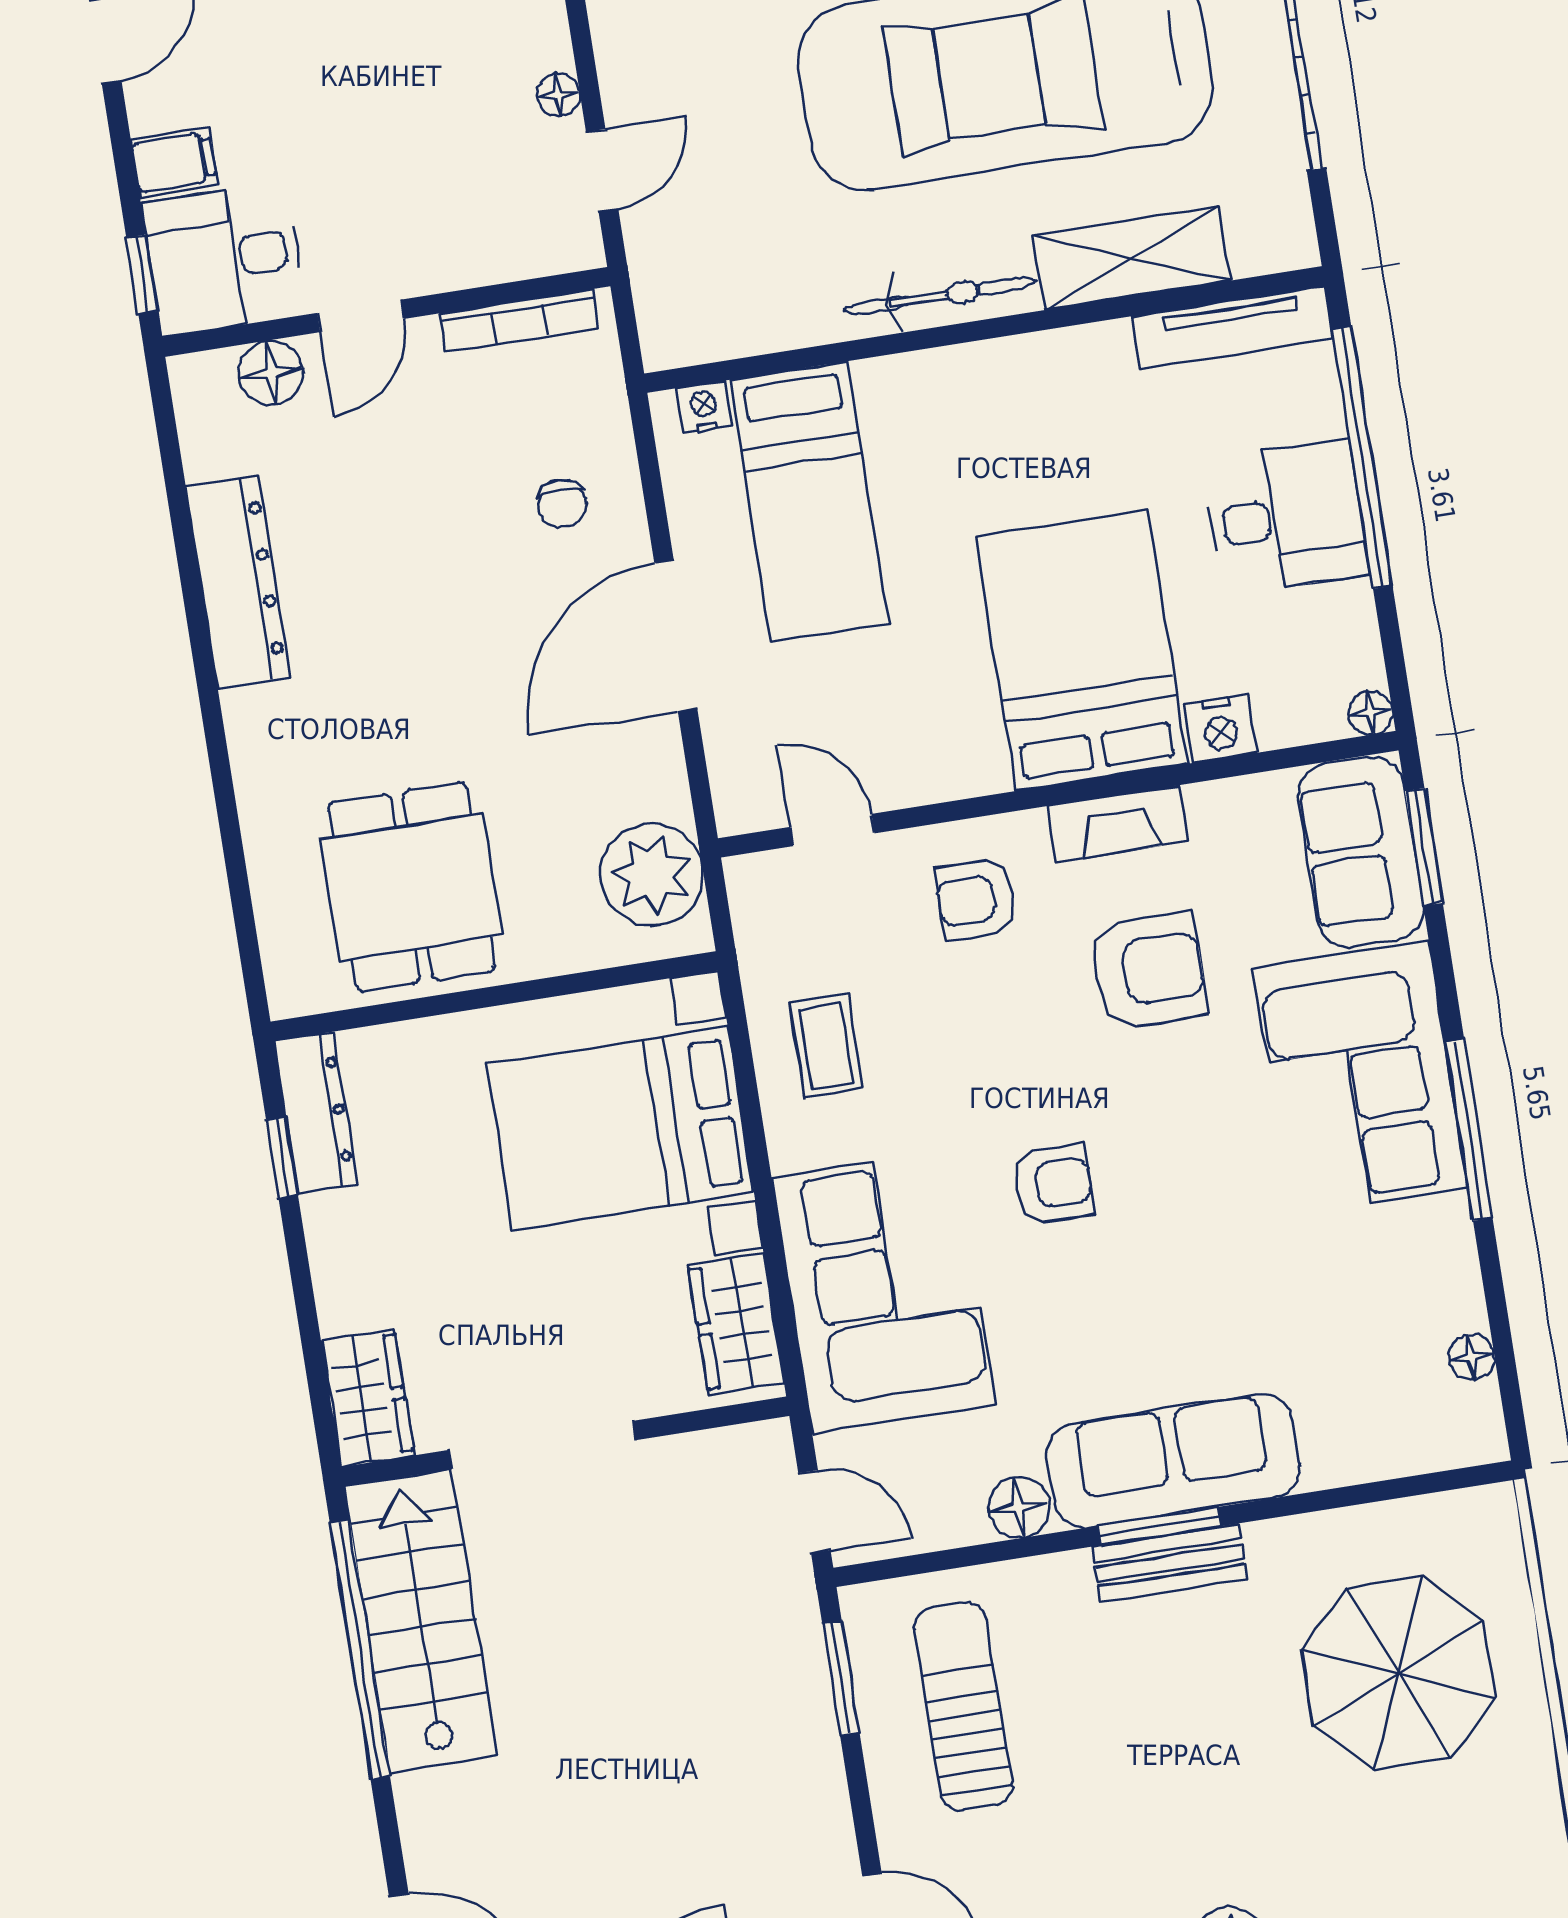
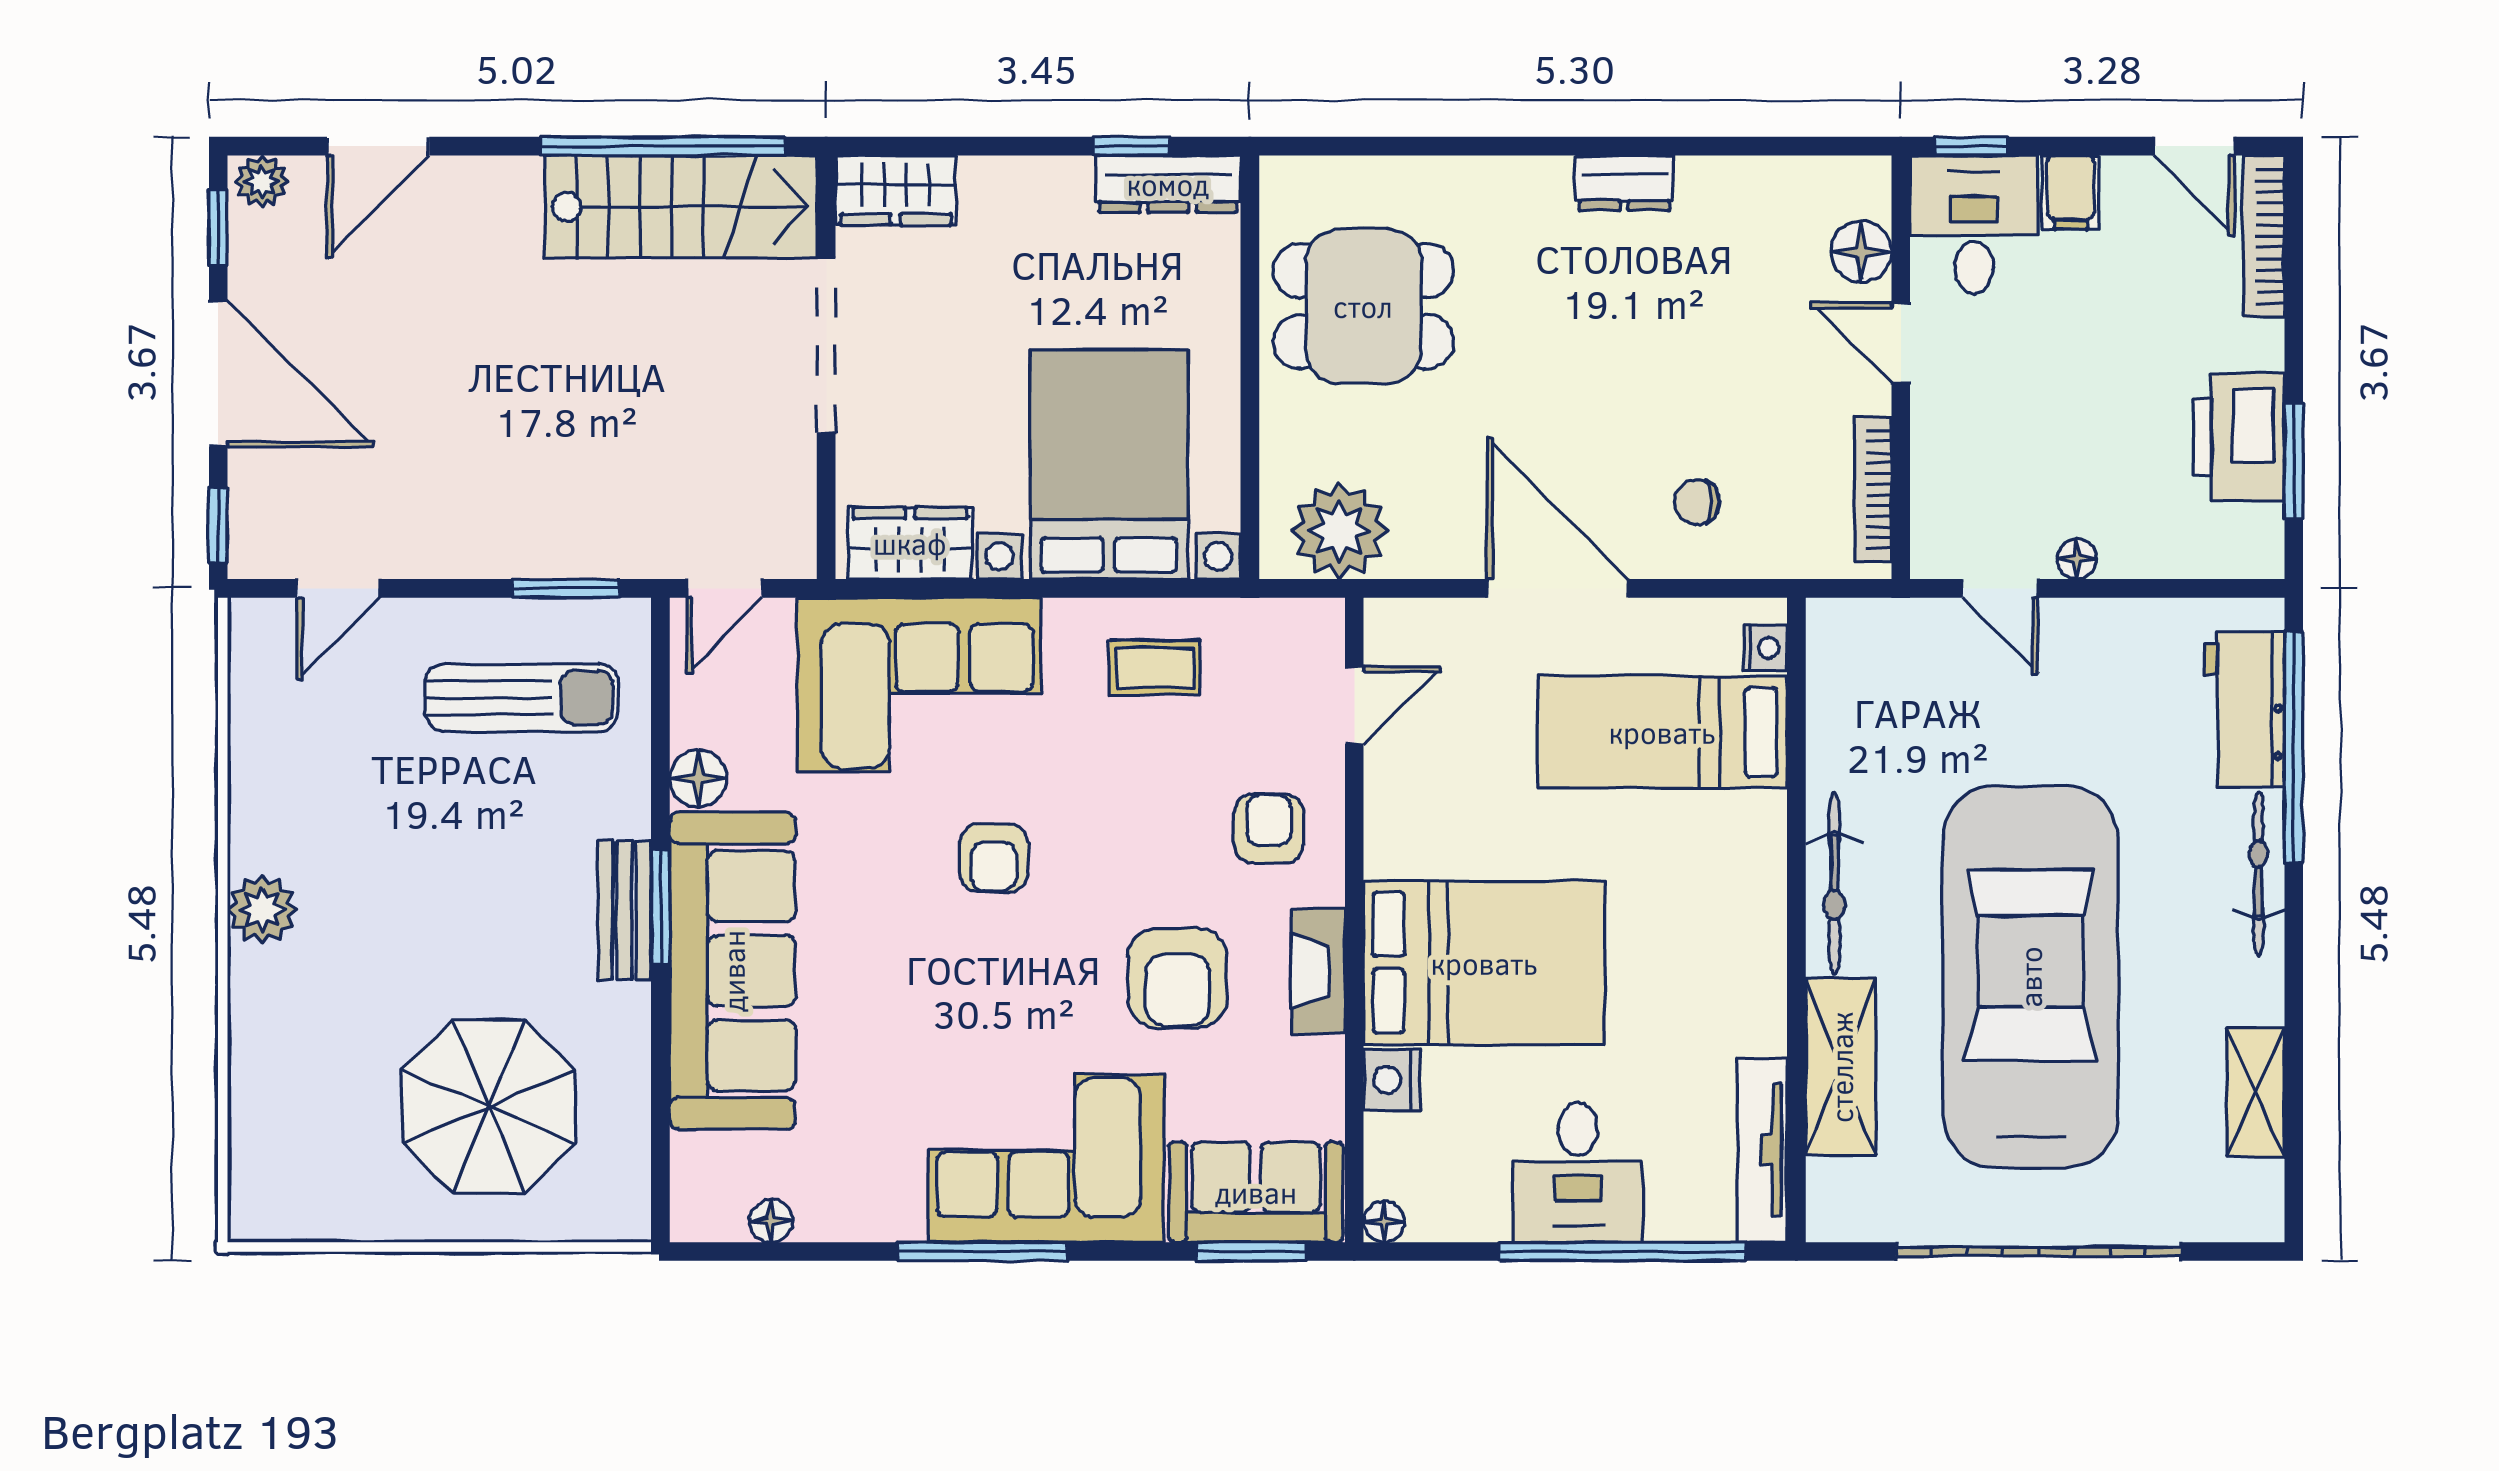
dresser: (238, 582) -> (1624, 183), width x0.51, depth x0.80
sofa: (1173, 1460) -> (733, 971), width x1.36, depth x1.27

